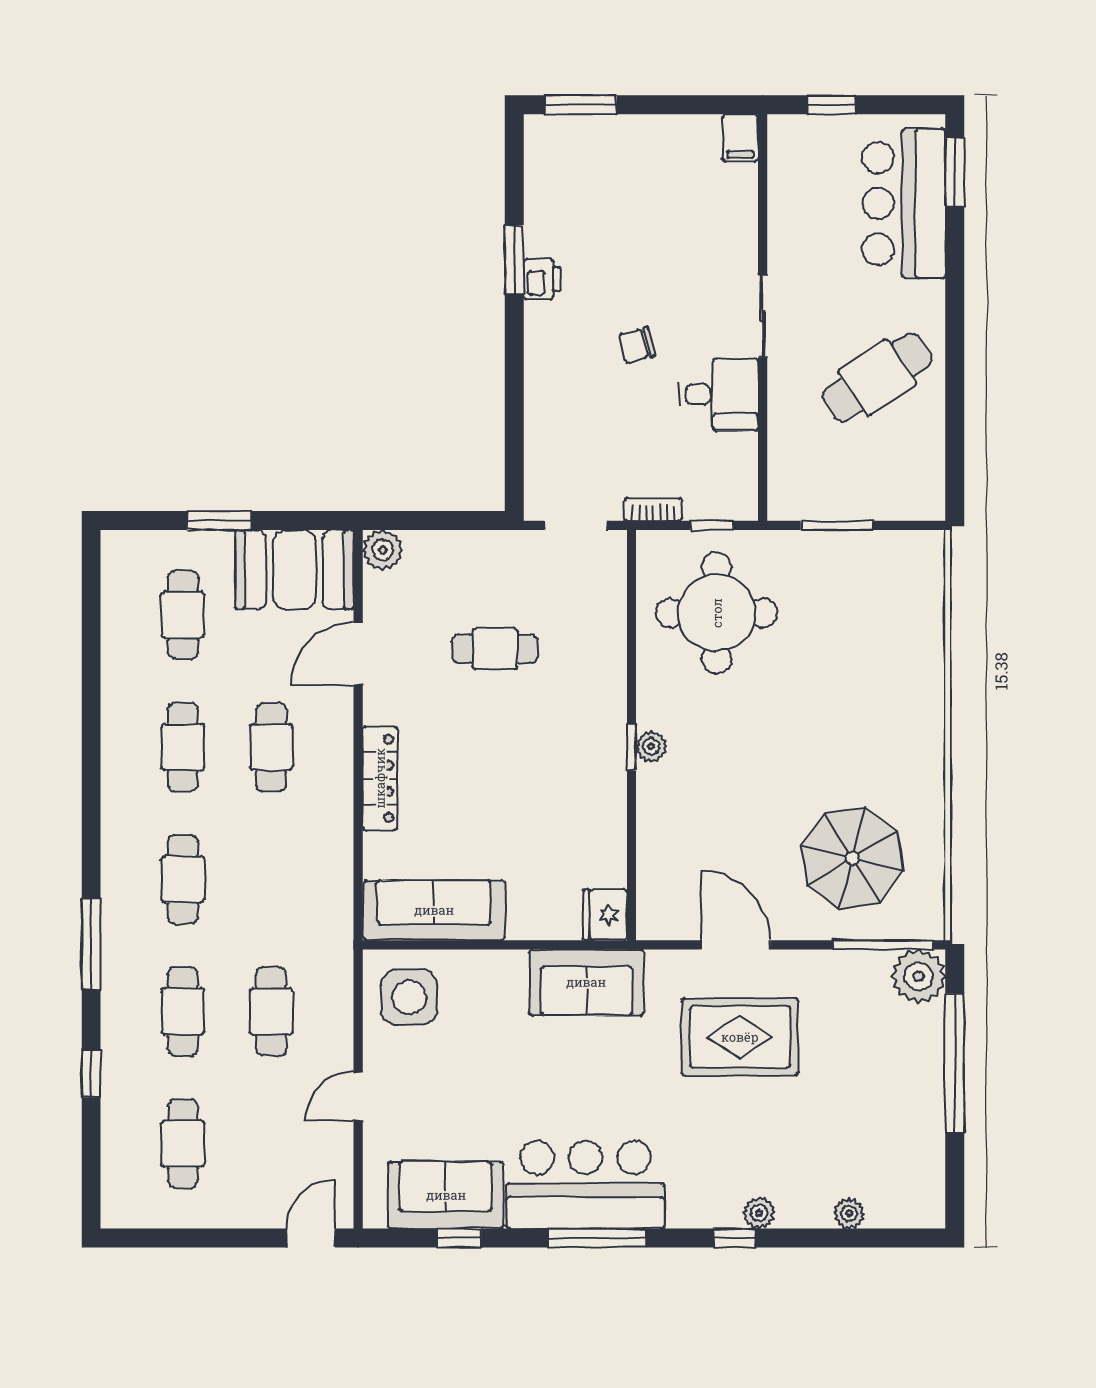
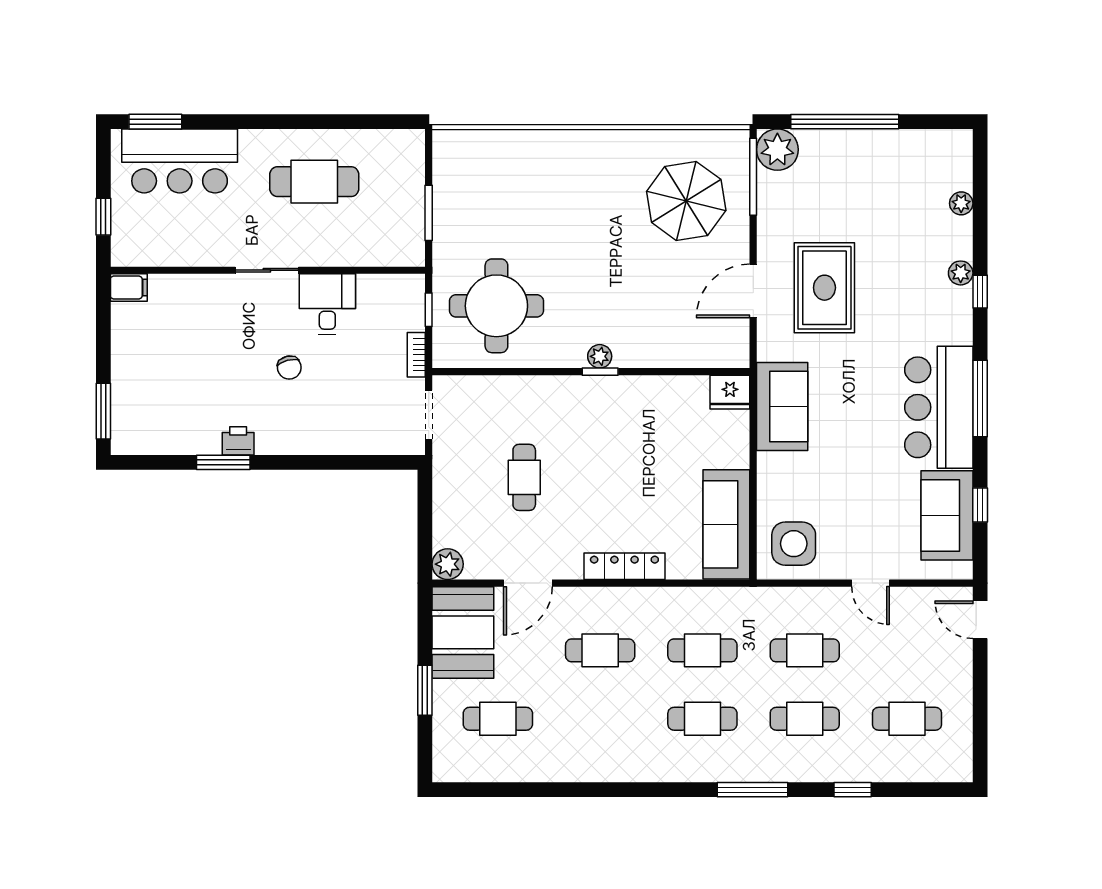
cafe table: (877, 378) -> (314, 182), turned -56
door: (358, 654) -> (528, 583), hinge flipped
cafe table: (183, 747) -> (702, 650), moved

